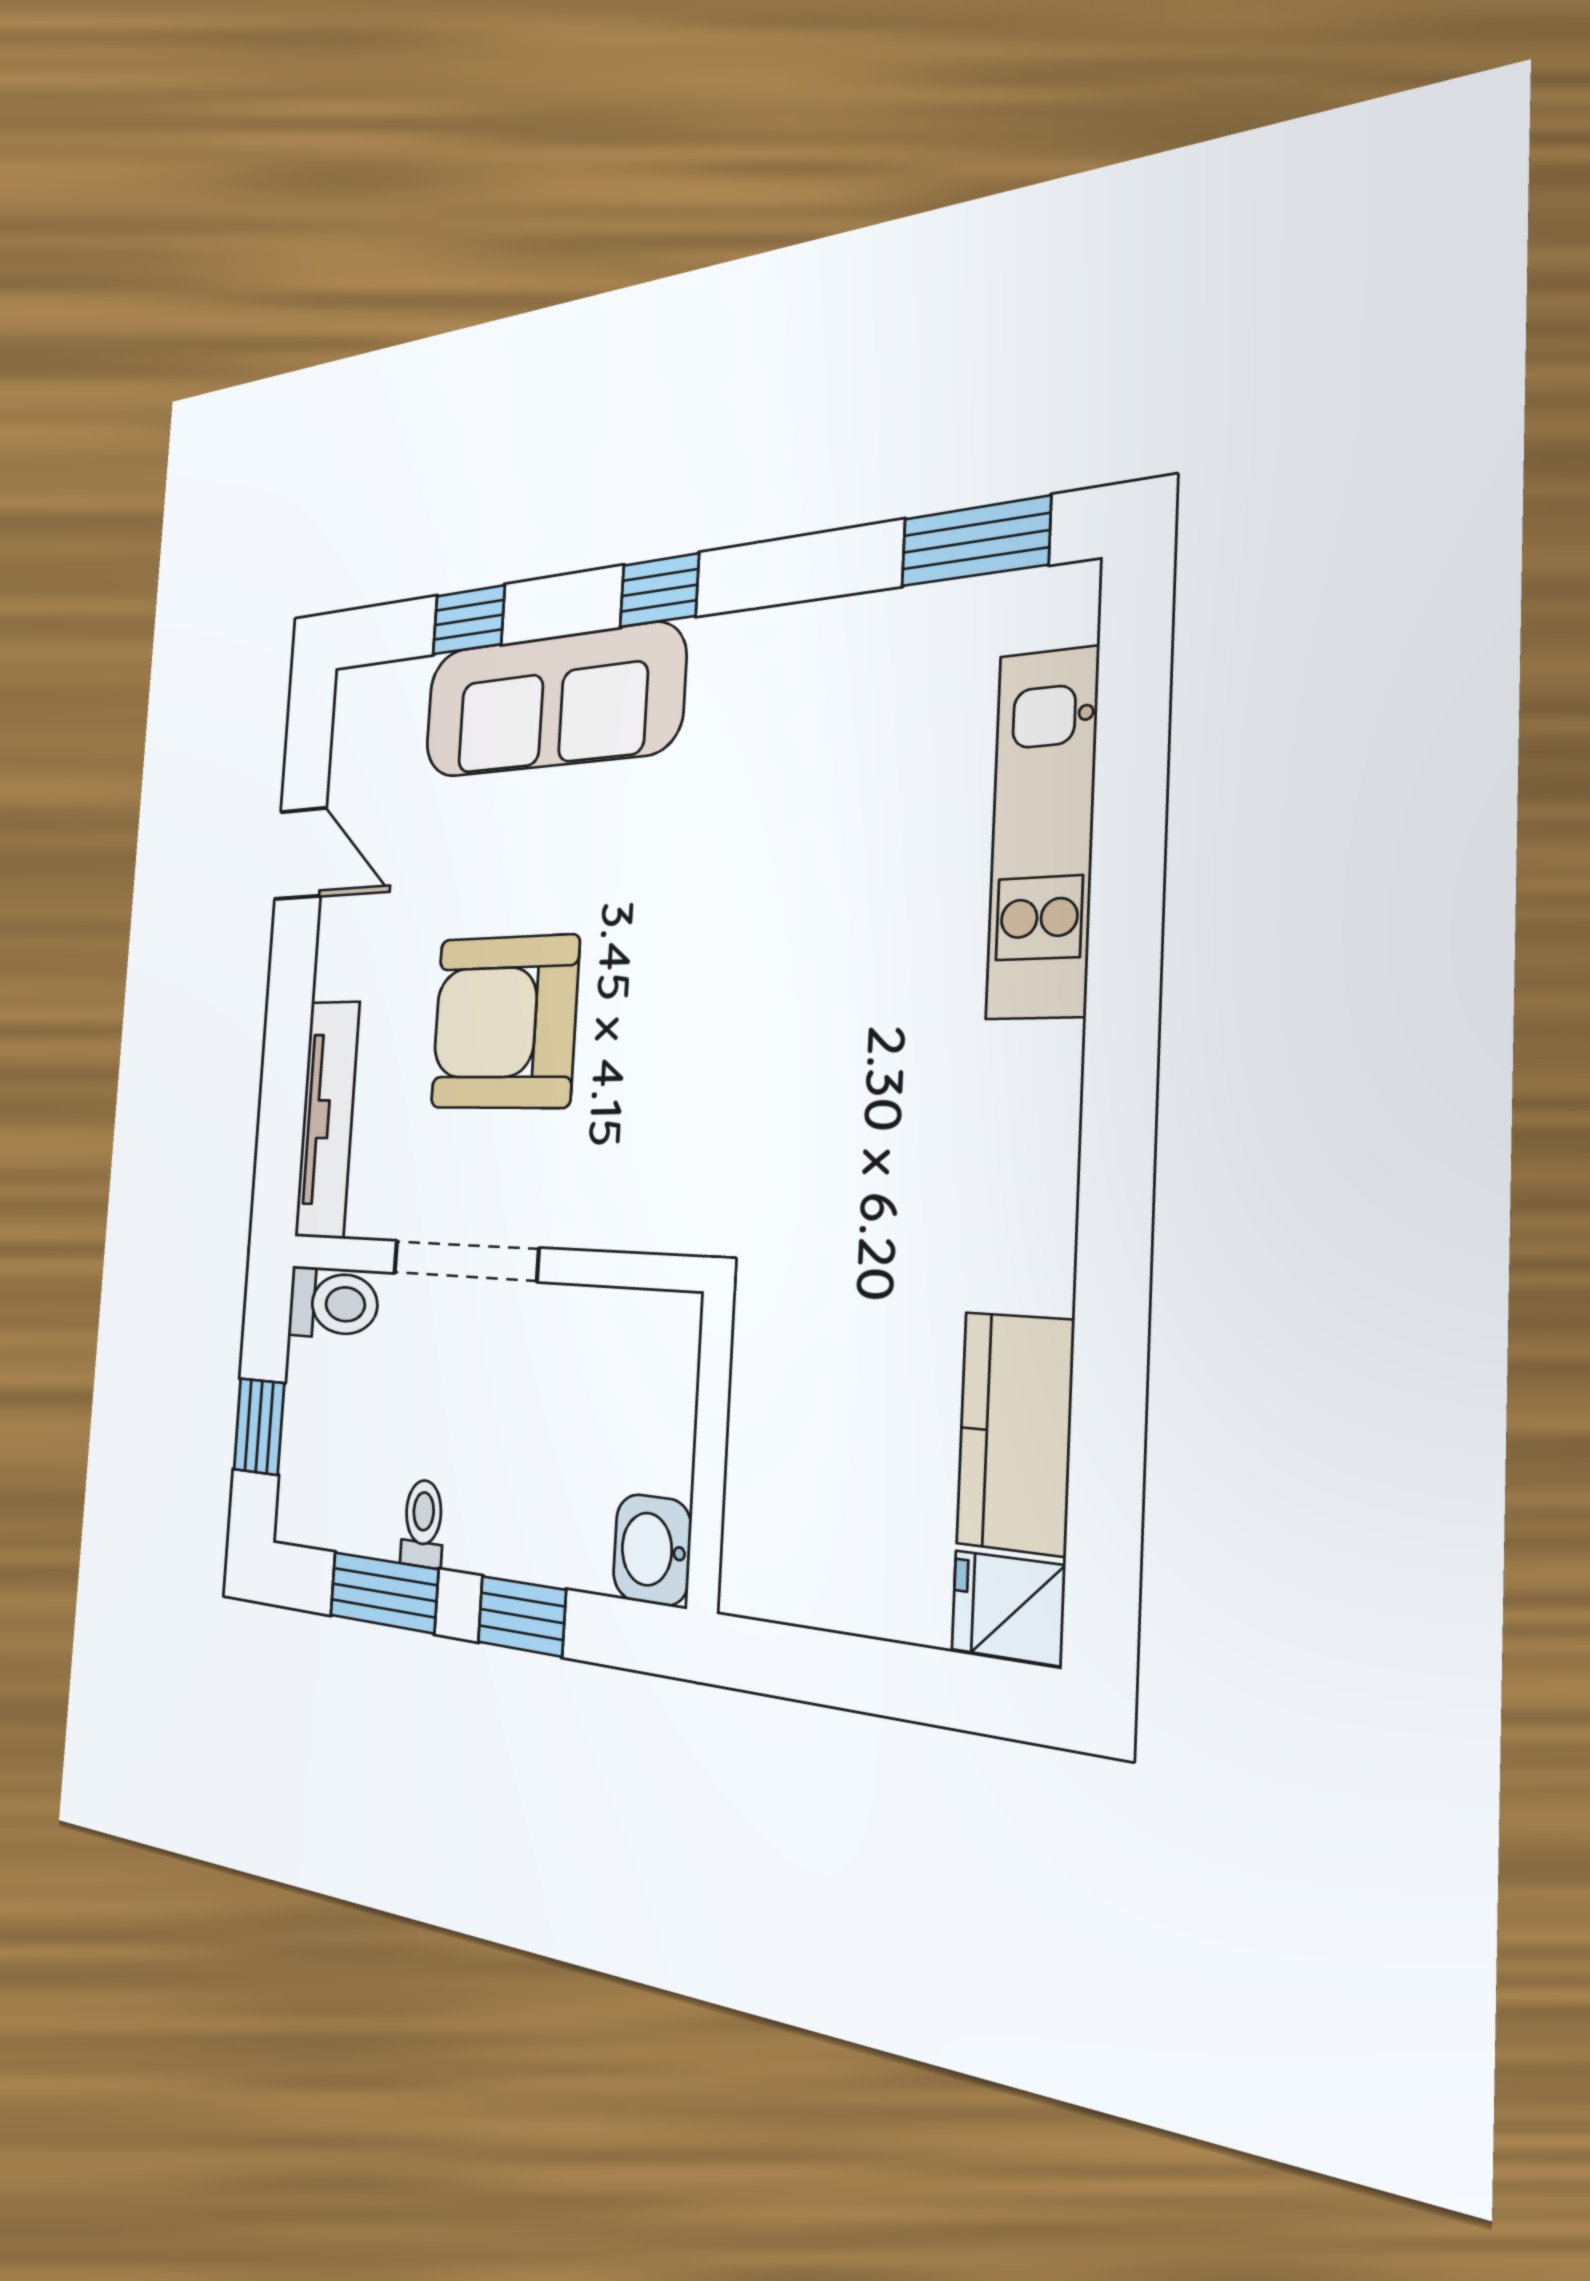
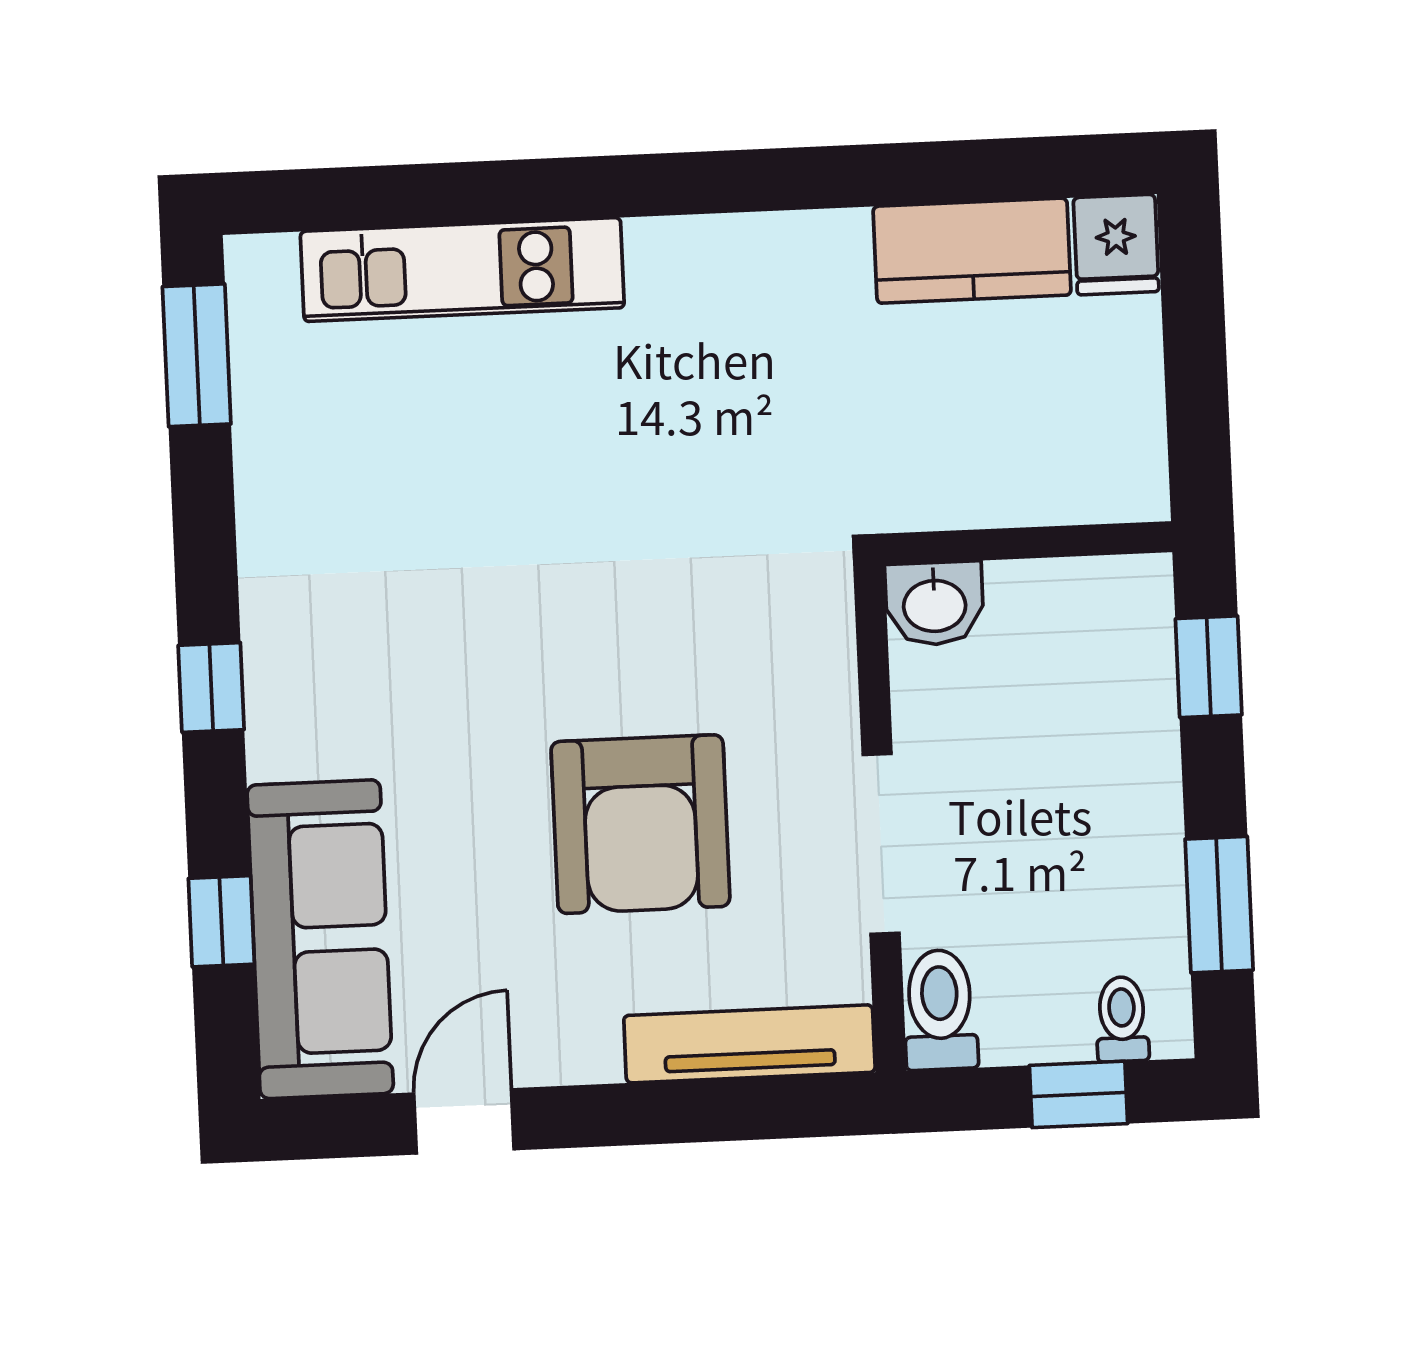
sofa: (552, 701) -> (320, 939), moved
toilet: (423, 1523) -> (1122, 1019), moved, turned 90
washbasin: (652, 1550) -> (935, 603), moved
window: (522, 1616) -> (1209, 667), moved

